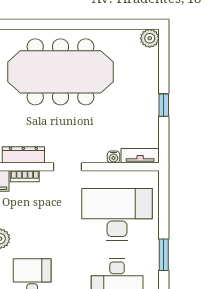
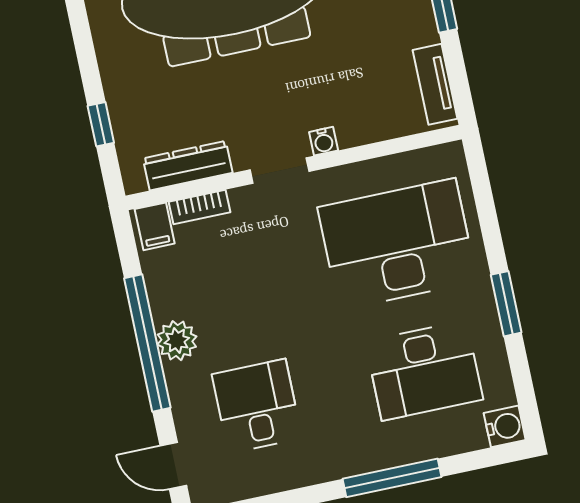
tv unit: (140, 156) -> (435, 84), moved, turned -90
water cooler: (114, 157) -> (324, 141), moved

